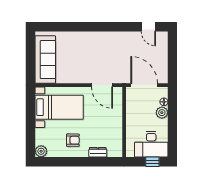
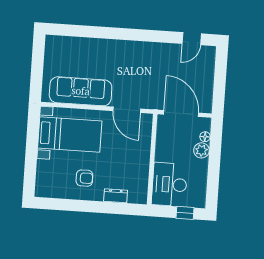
door: (148, 27) -> (192, 39), hinge flipped
sofa: (45, 60) -> (81, 91), moved, turned -90
desk: (151, 144) -> (169, 184), moved, turned 90
plant: (41, 151) -> (43, 190), removed

